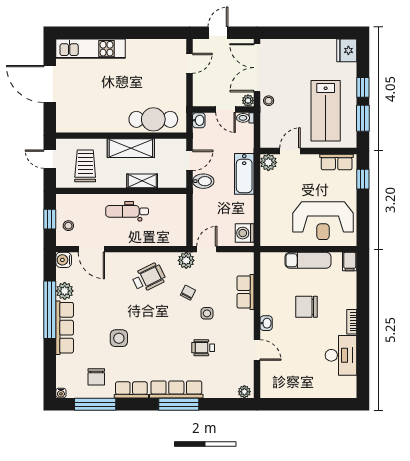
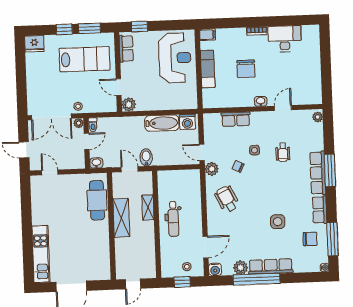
trolley: (85, 166) -> (137, 255), removed
bathtub: (244, 174) -> (162, 123), moved

